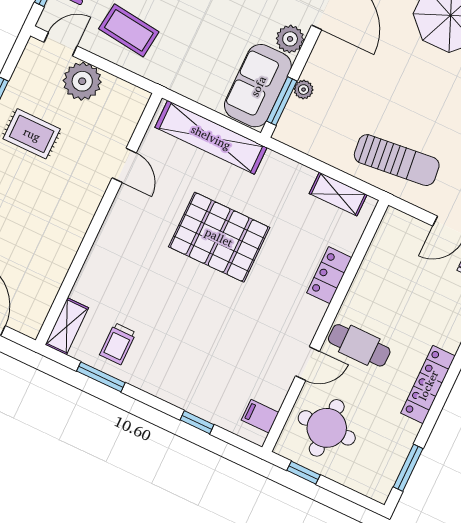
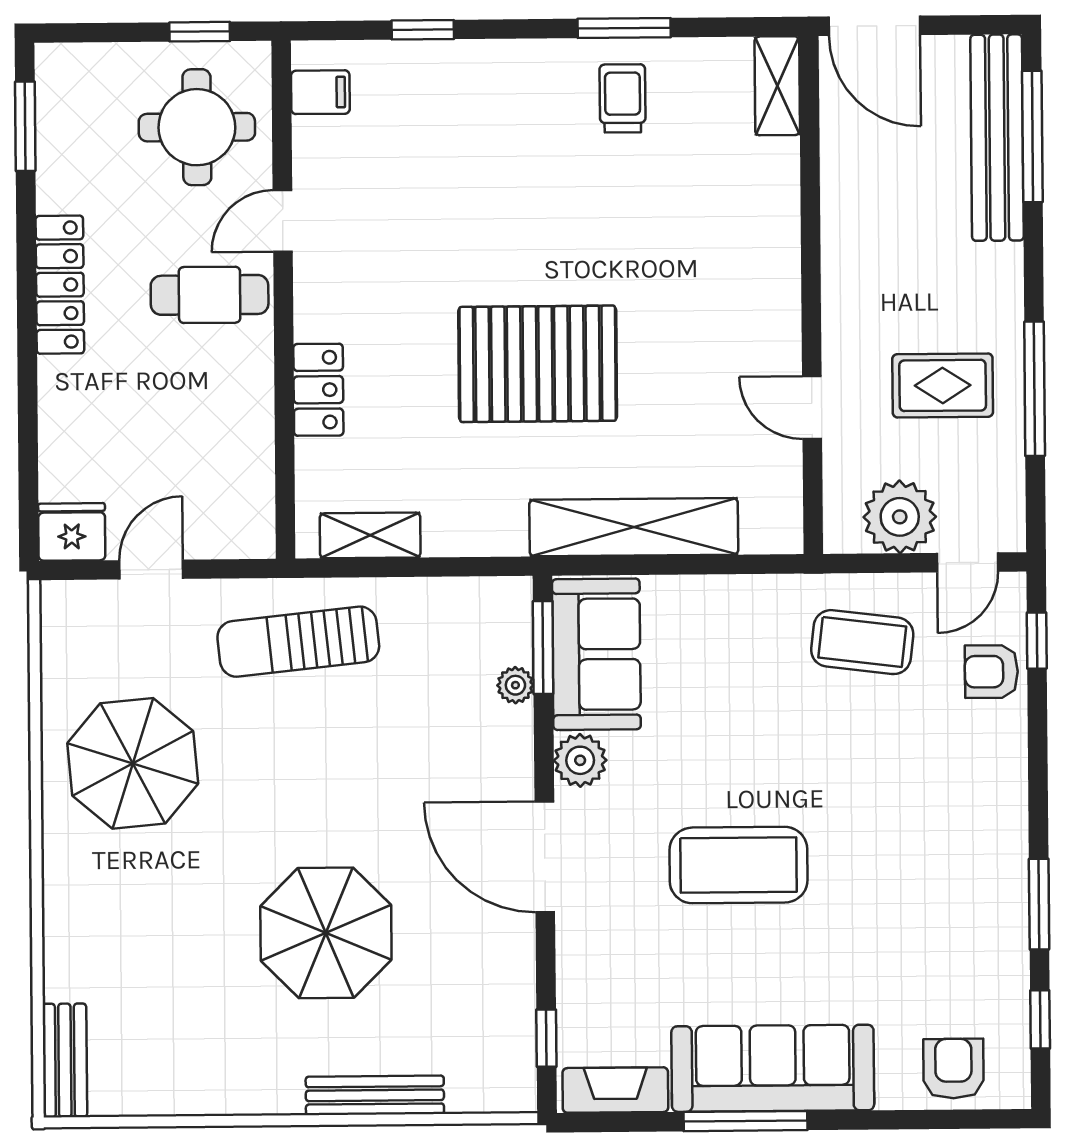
door: (124, 165) -> (812, 408), moved
wall: (99, 219) -> (811, 295), moved
shelving: (67, 326) -> (777, 86), moved

